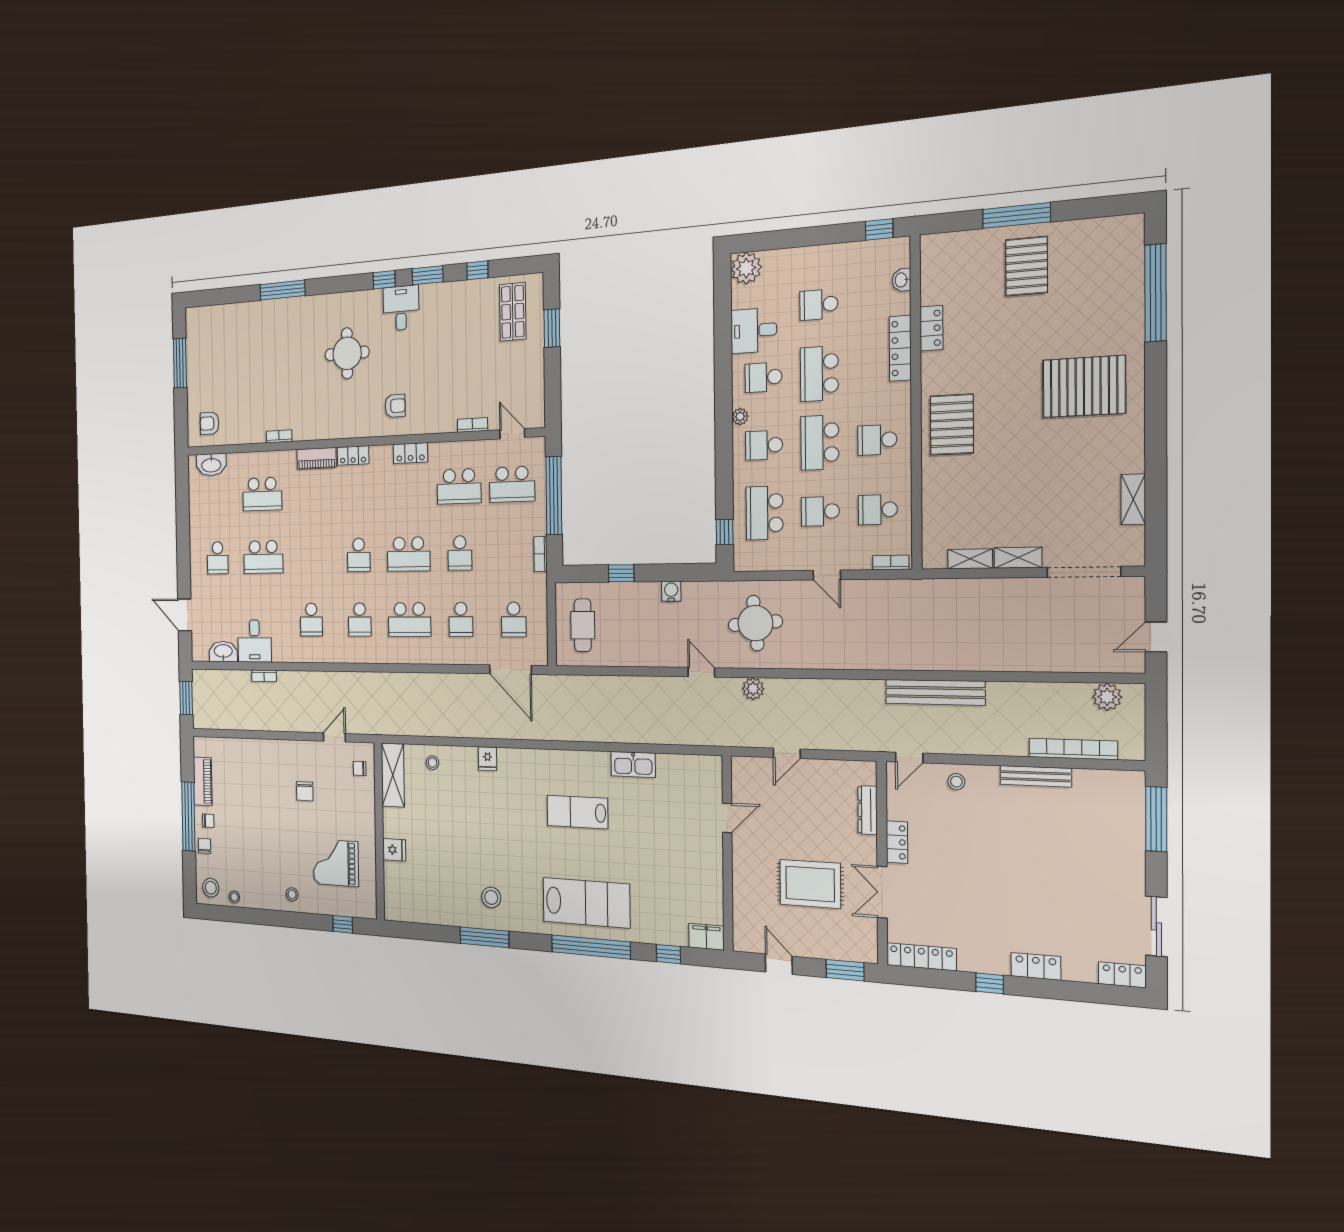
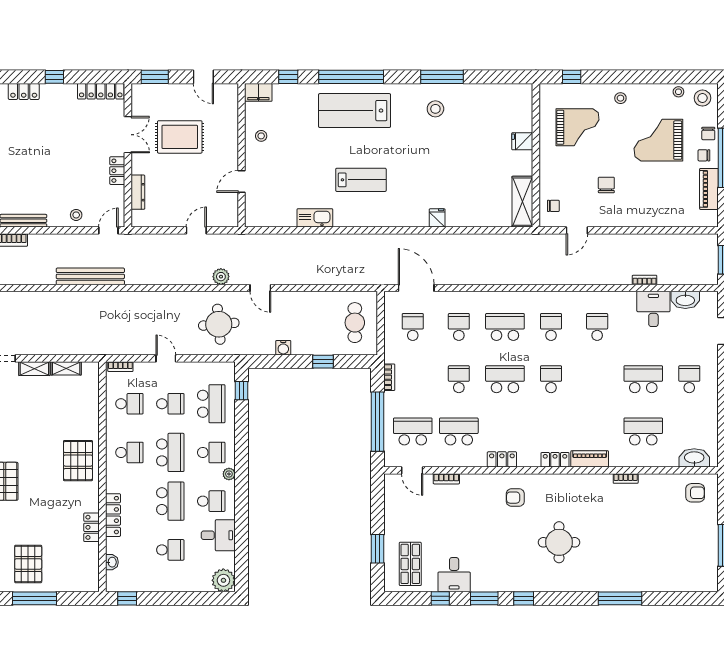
desk: (401, 308) -> (454, 575), moved
stool: (432, 763) -> (261, 136), moved
grand piano: (253, 842) -> (658, 140), added

